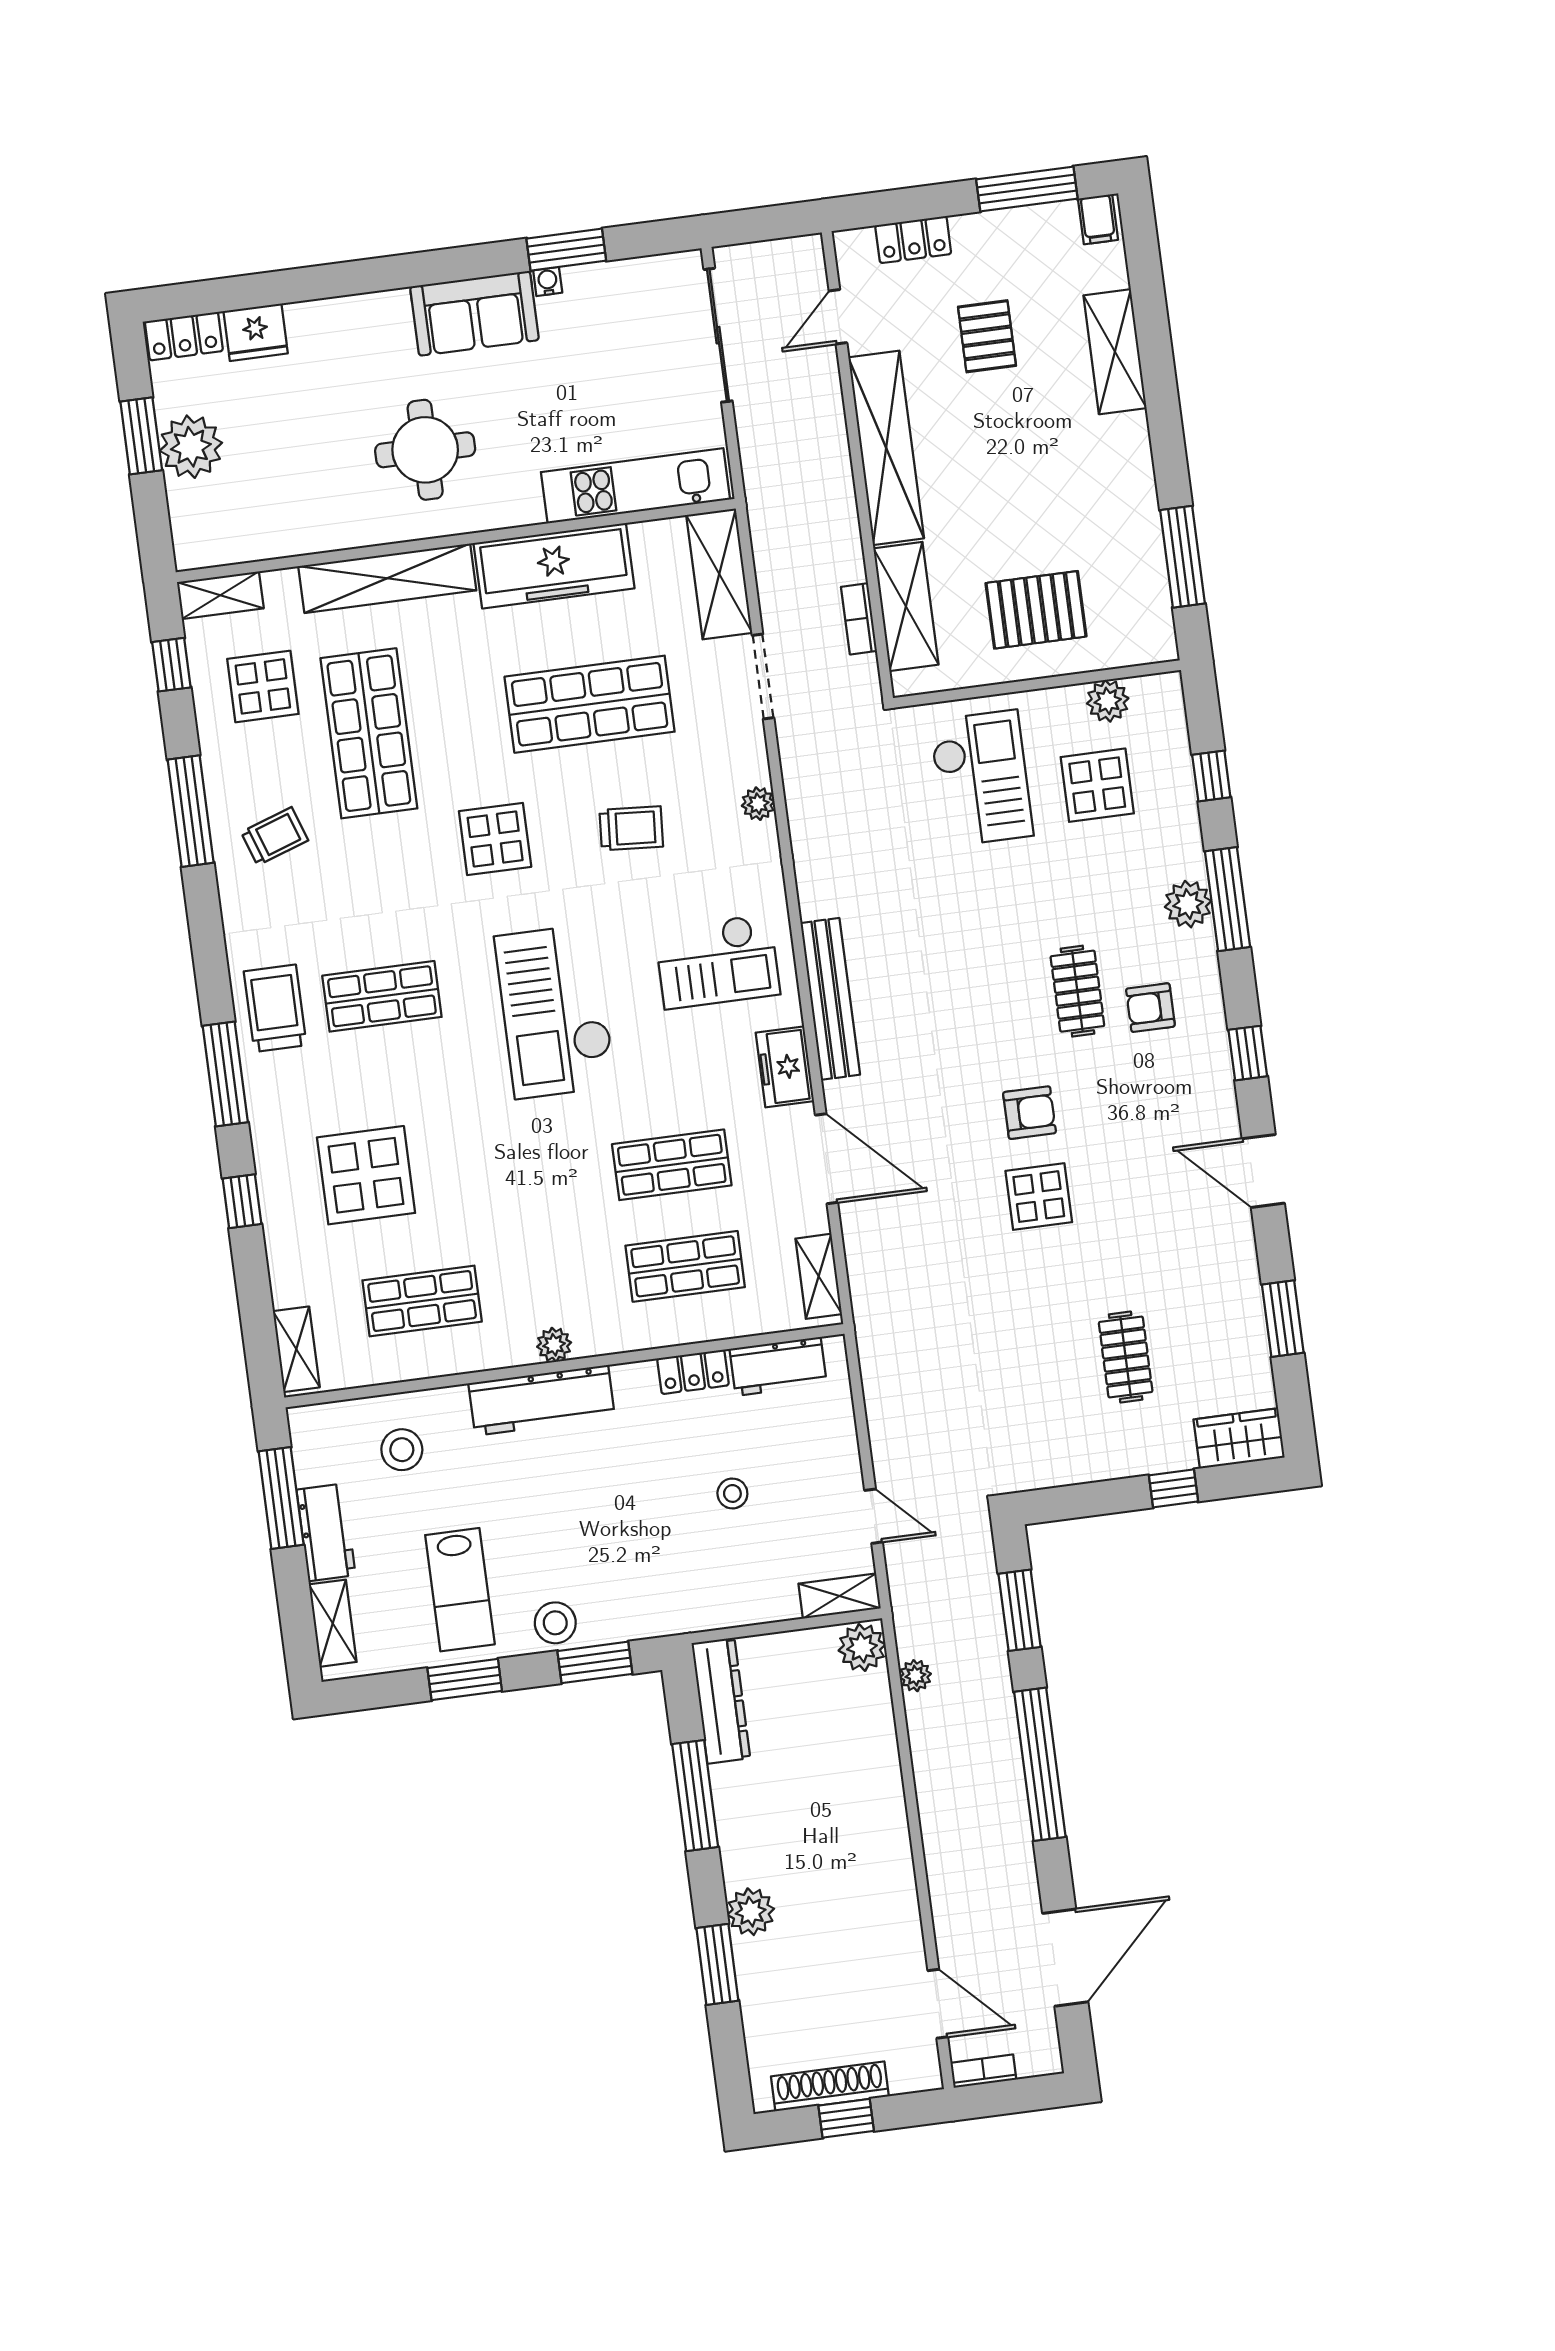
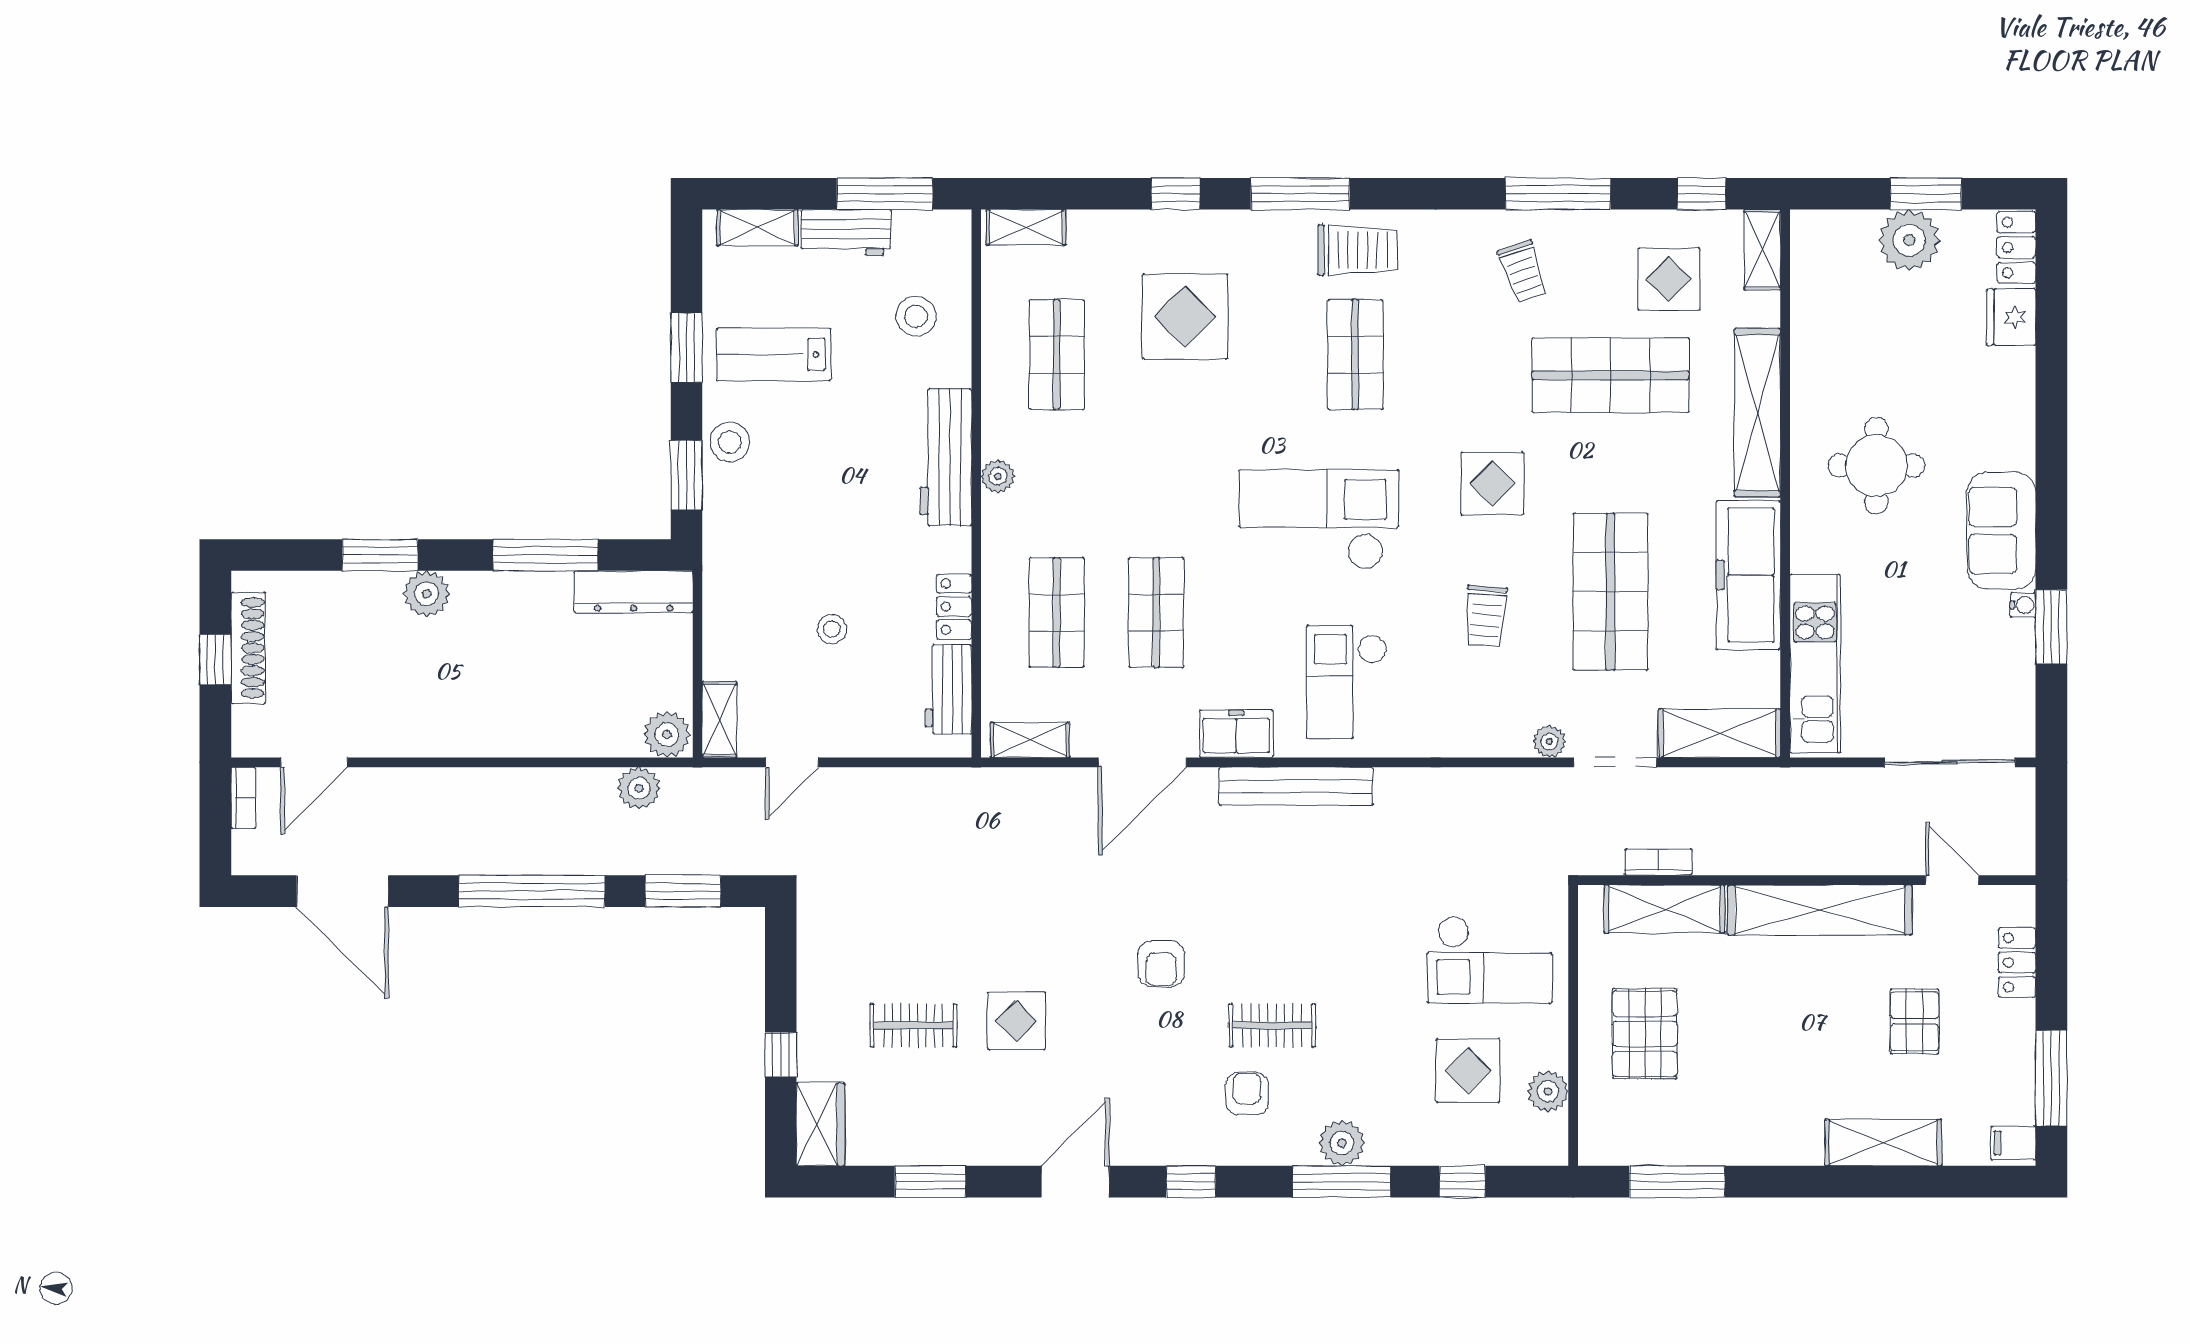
pallet: (987, 336) -> (1915, 1021), turned 90
plant: (758, 804) -> (1549, 741), moved
display table: (1039, 1197) -> (1016, 1021), moved
plant: (915, 1676) -> (639, 788), width x1.38, depth x1.38

